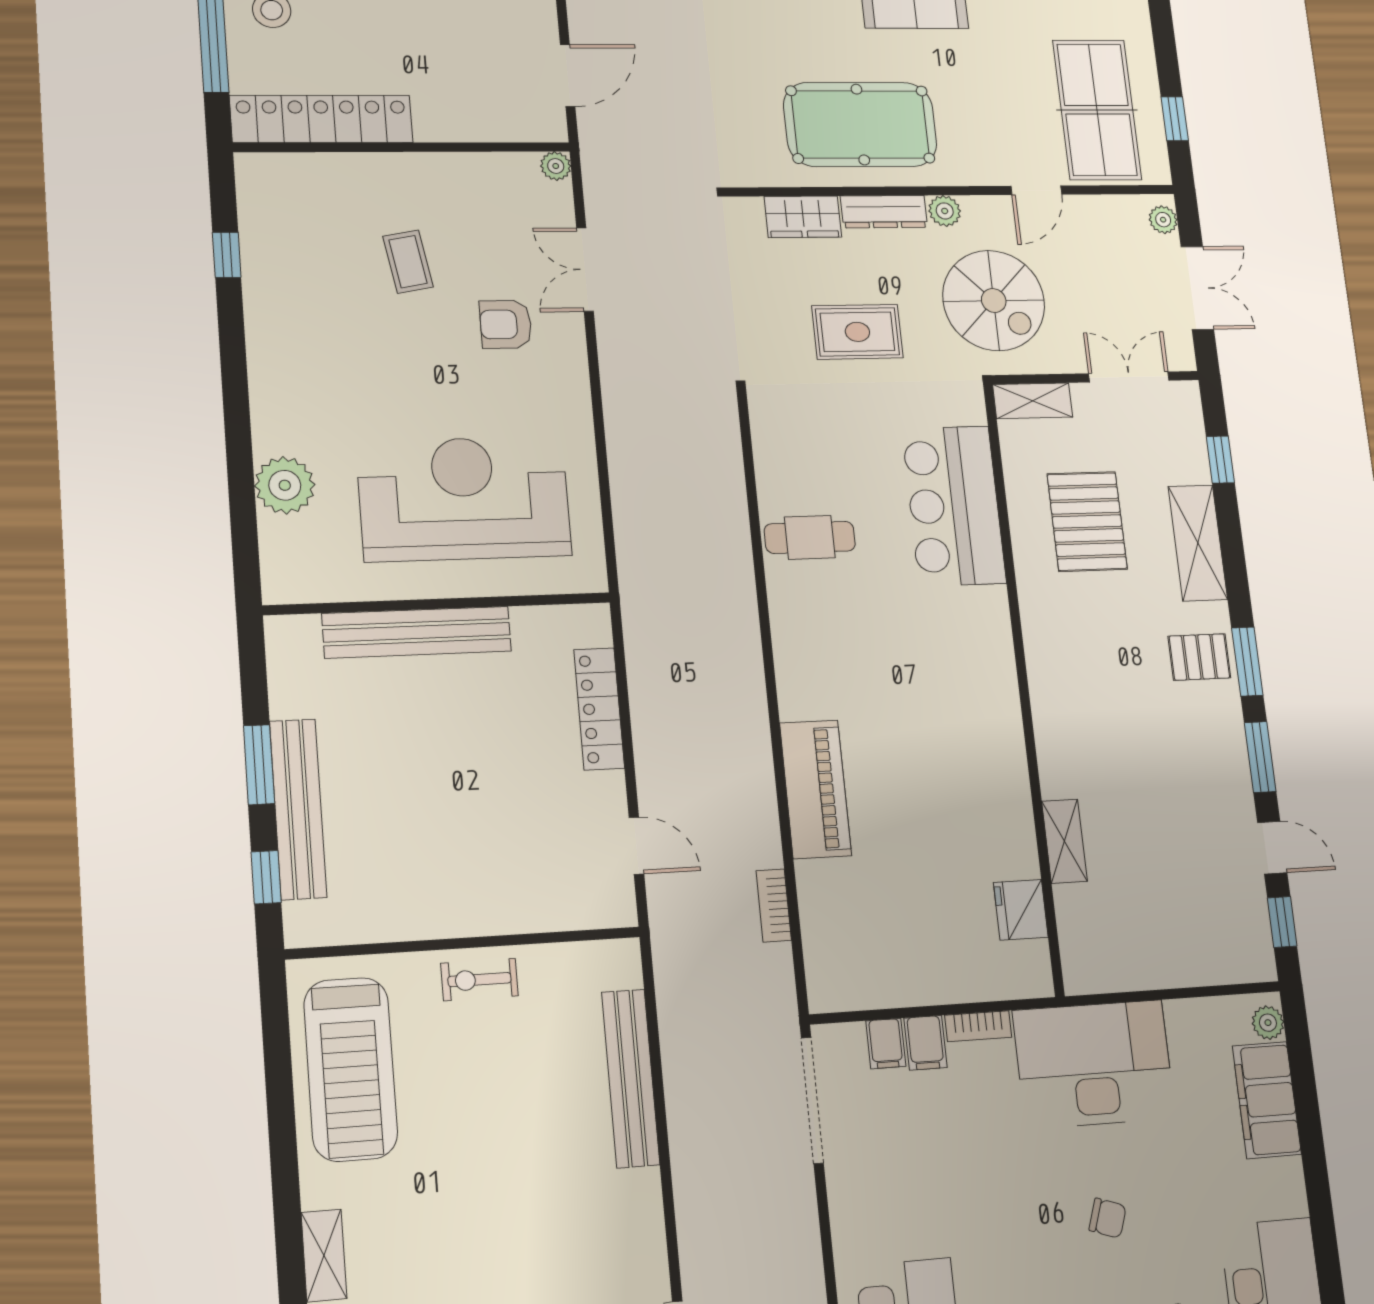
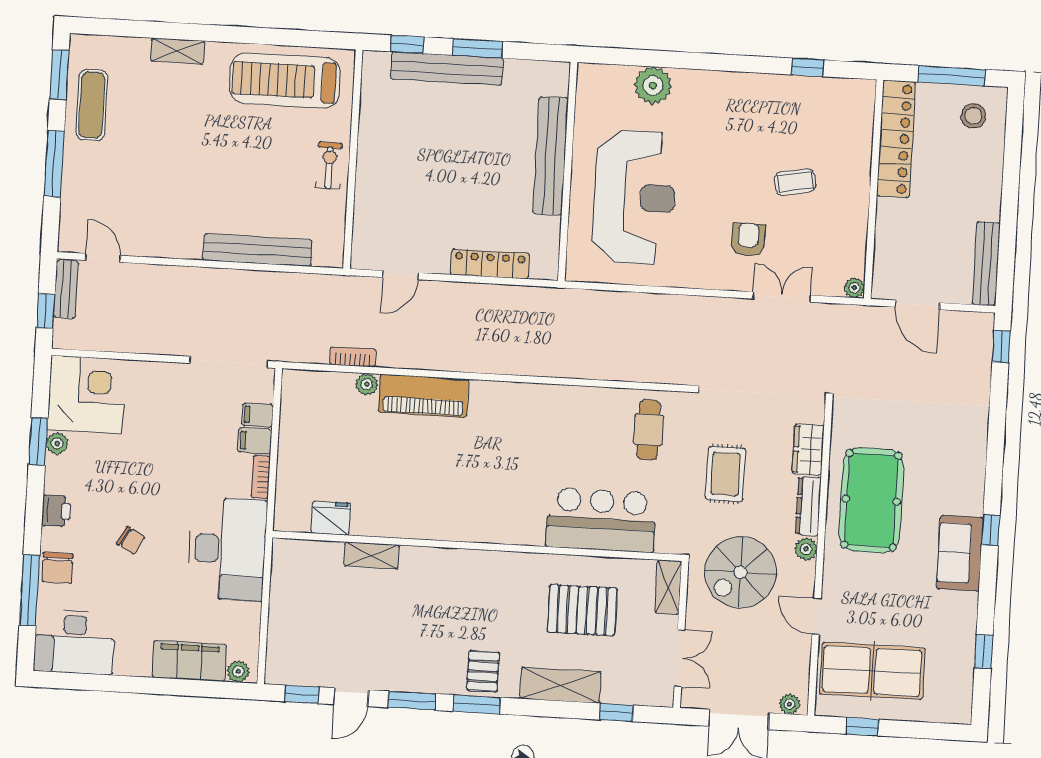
cafe table: (810, 537) -> (649, 430), moved
plant: (812, 879) -> (367, 384), added
chair: (1108, 1218) -> (131, 540), turned -81

